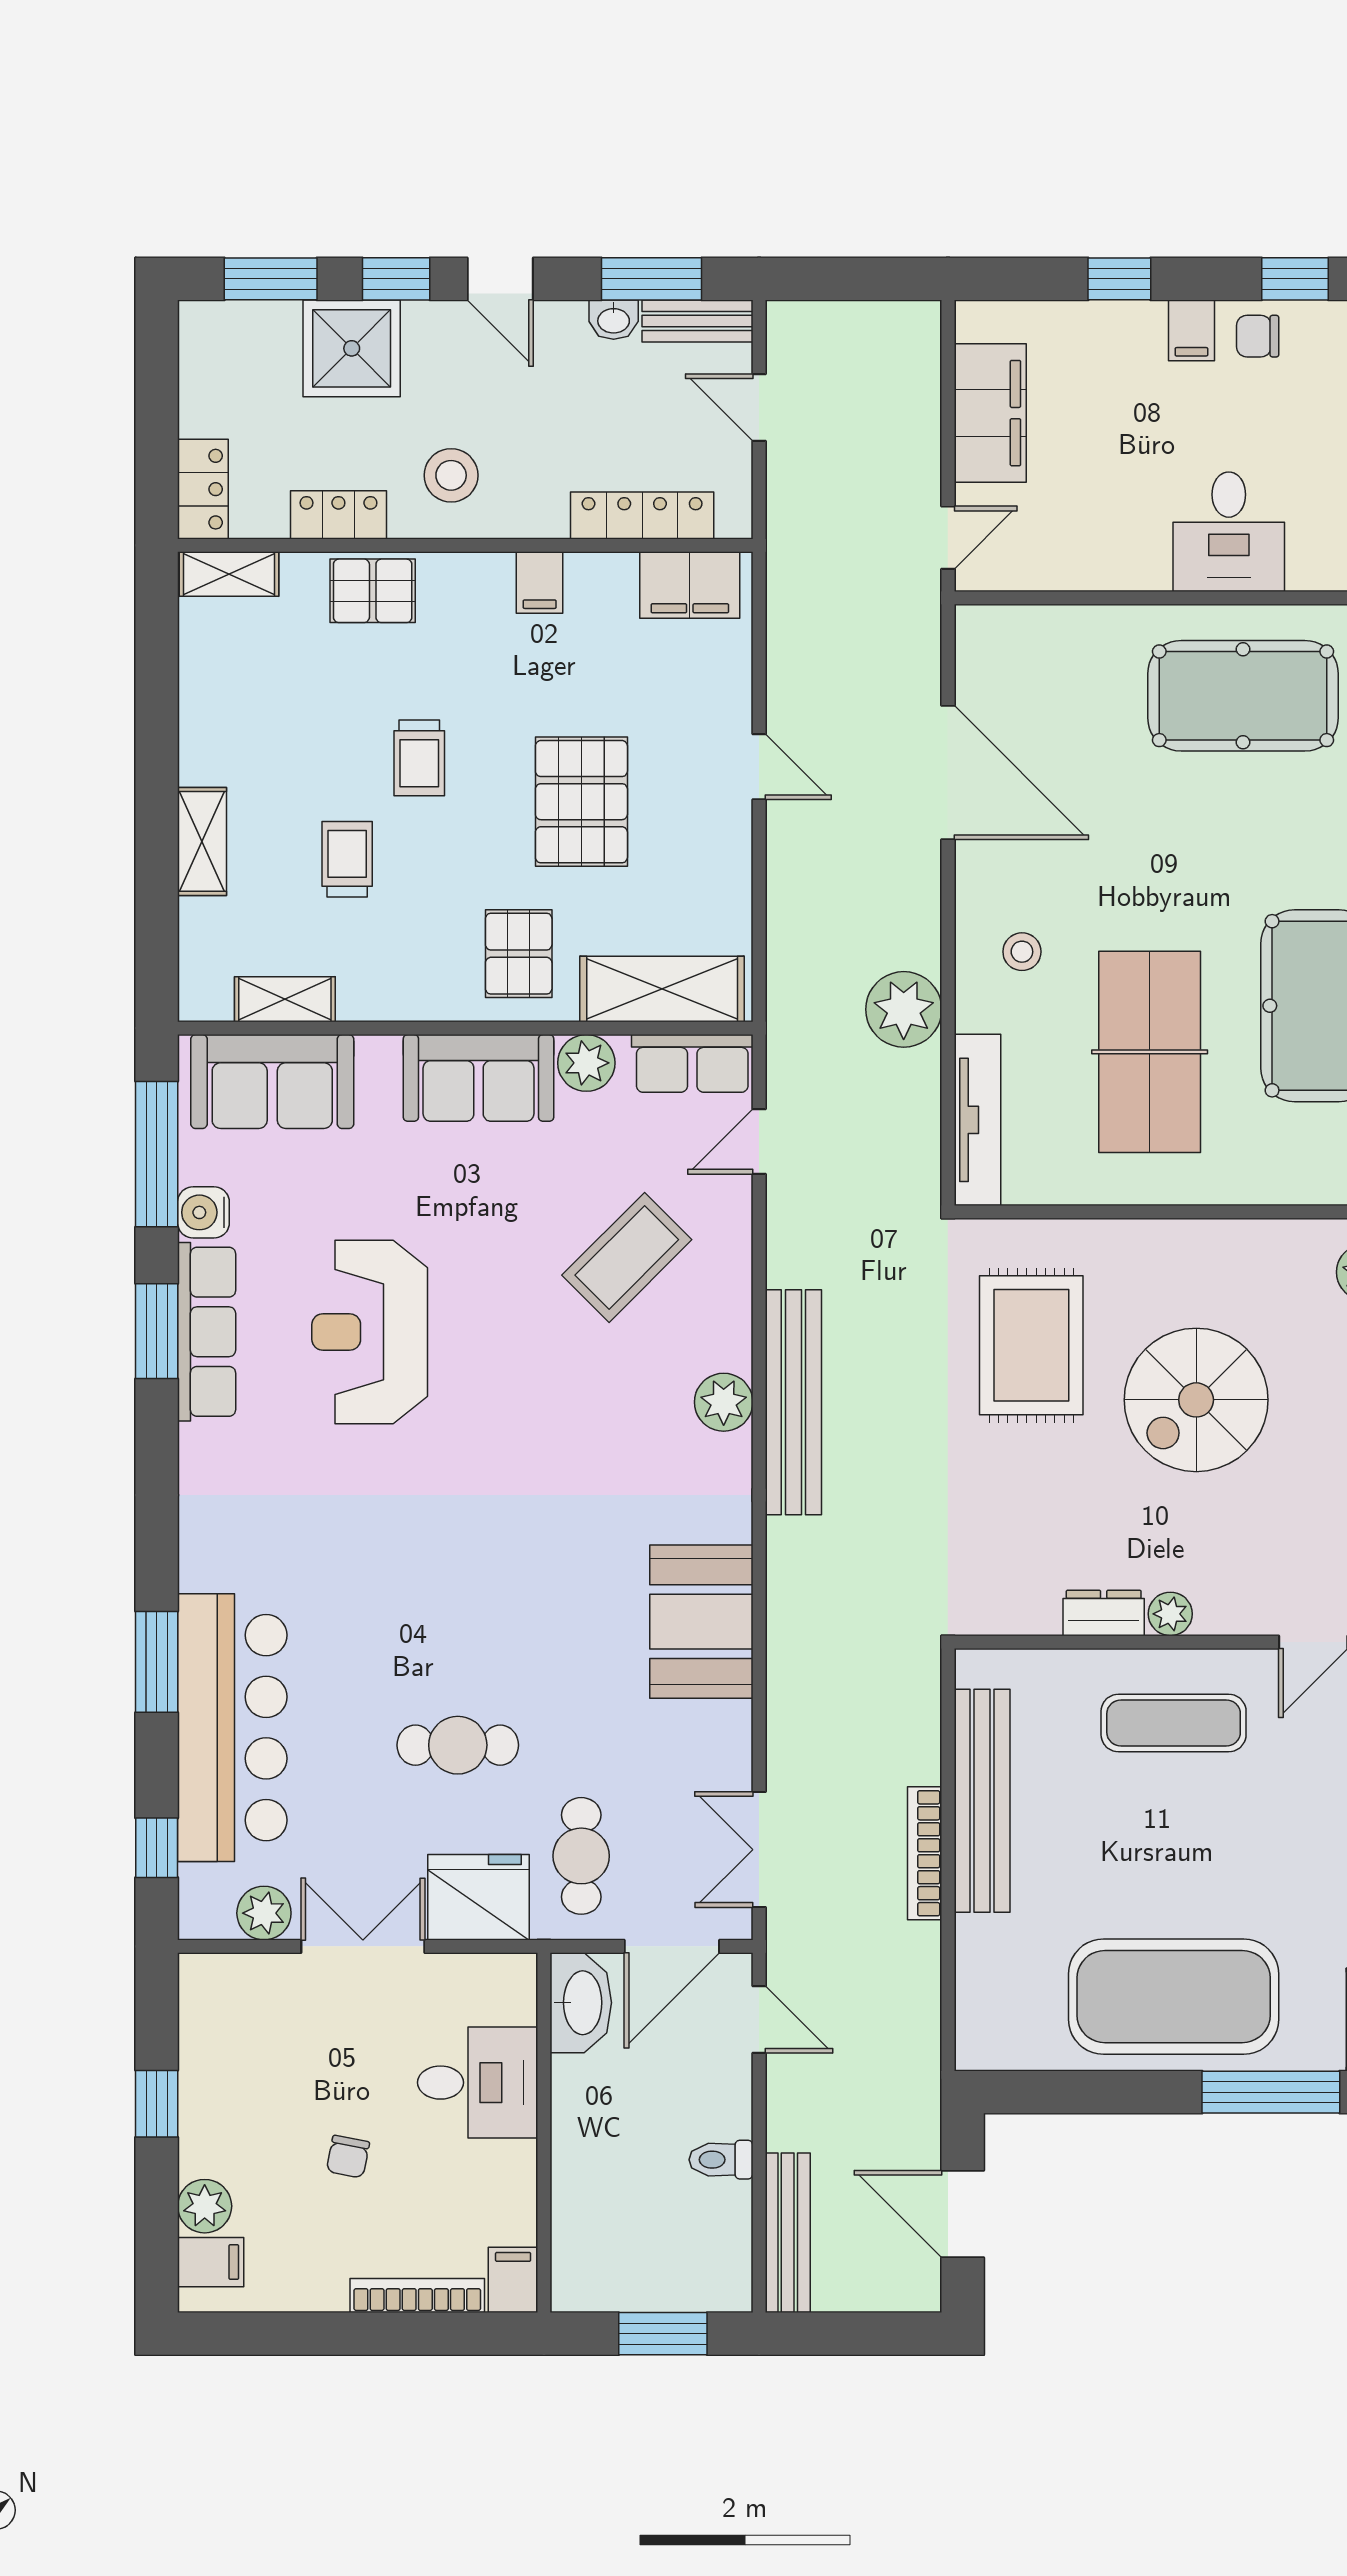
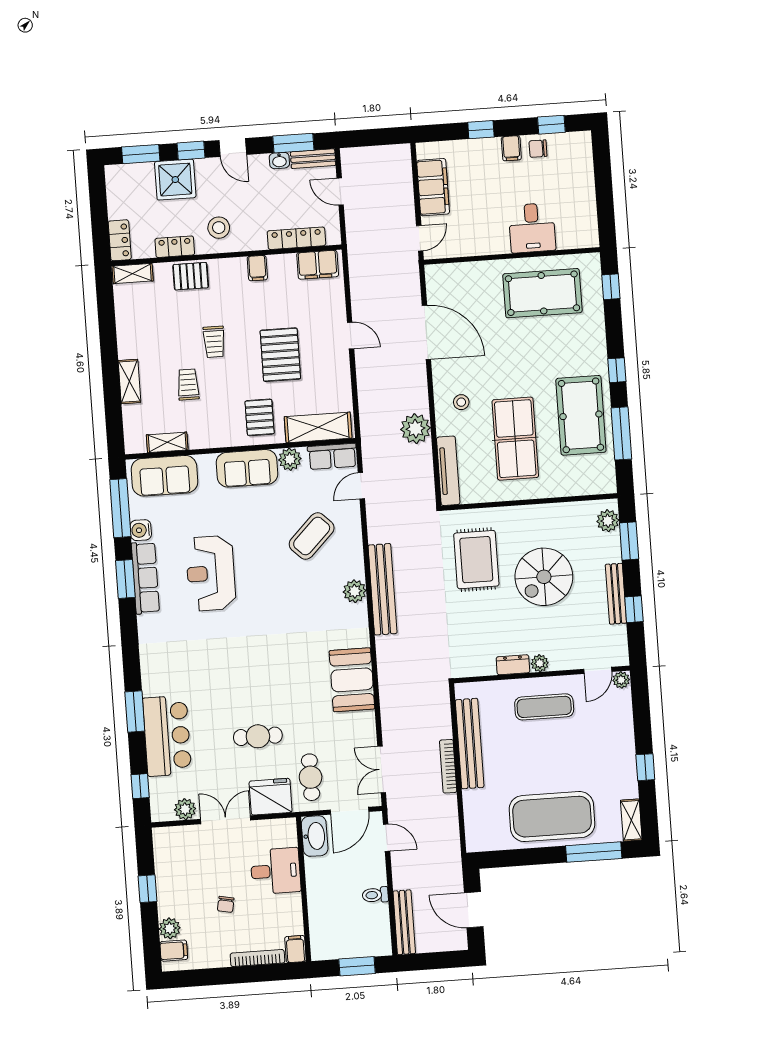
bar counter: (232, 1728) -> (167, 736), width x0.73

